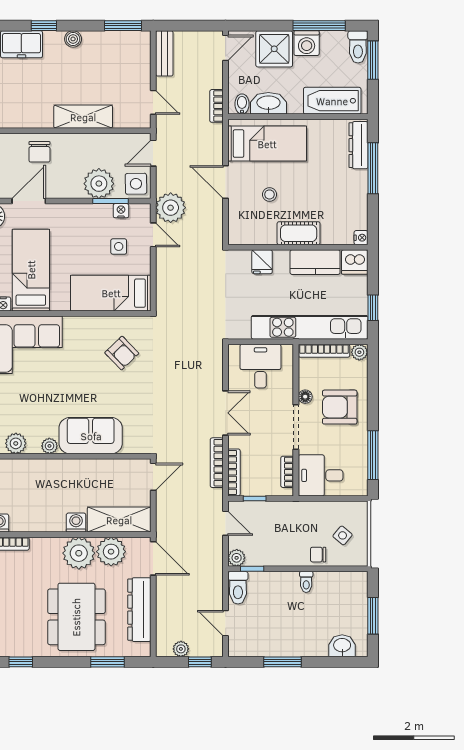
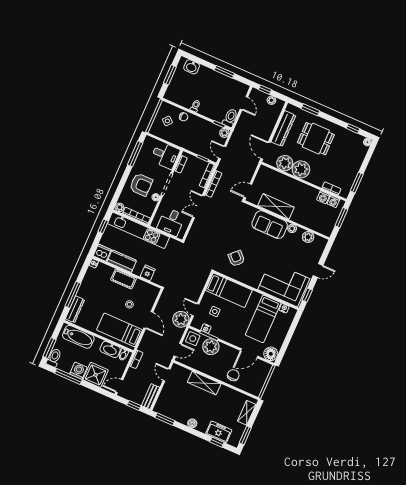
window: (44, 26) -> (217, 442), moved
window: (186, 26) -> (134, 405), added
shelving: (119, 520) -> (276, 206), moved
washing machine: (76, 523) -> (323, 197), moved
dining table: (76, 617) -> (316, 139), width x0.73

